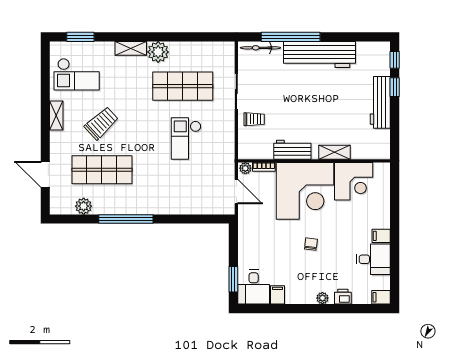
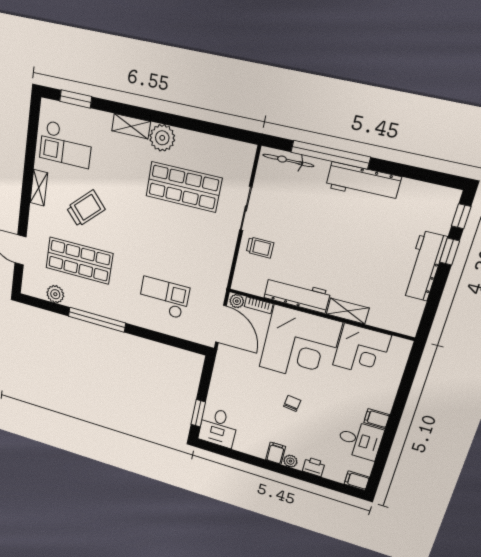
workbench: (319, 54) -> (363, 182), width x0.73, depth x0.76
checkout: (186, 139) -> (164, 298), moved, turned 90
workbench: (292, 150) -> (297, 295), width x1.37
door: (236, 192) -> (221, 324), width x1.36
filing cabinet: (278, 295) -> (276, 453), moved

